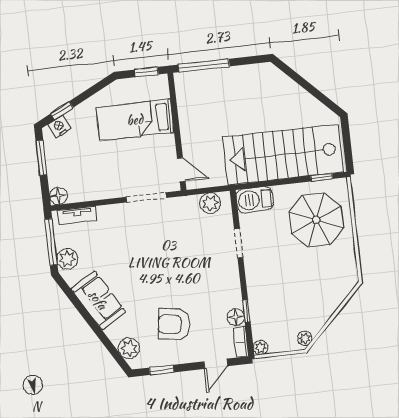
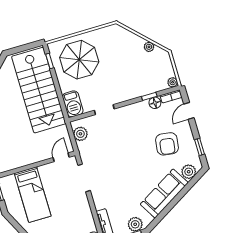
sofa: (98, 300) -> (164, 193), width x1.36
plant: (305, 338) -> (149, 47), moved
door: (216, 364) -> (189, 111), swing flipped

